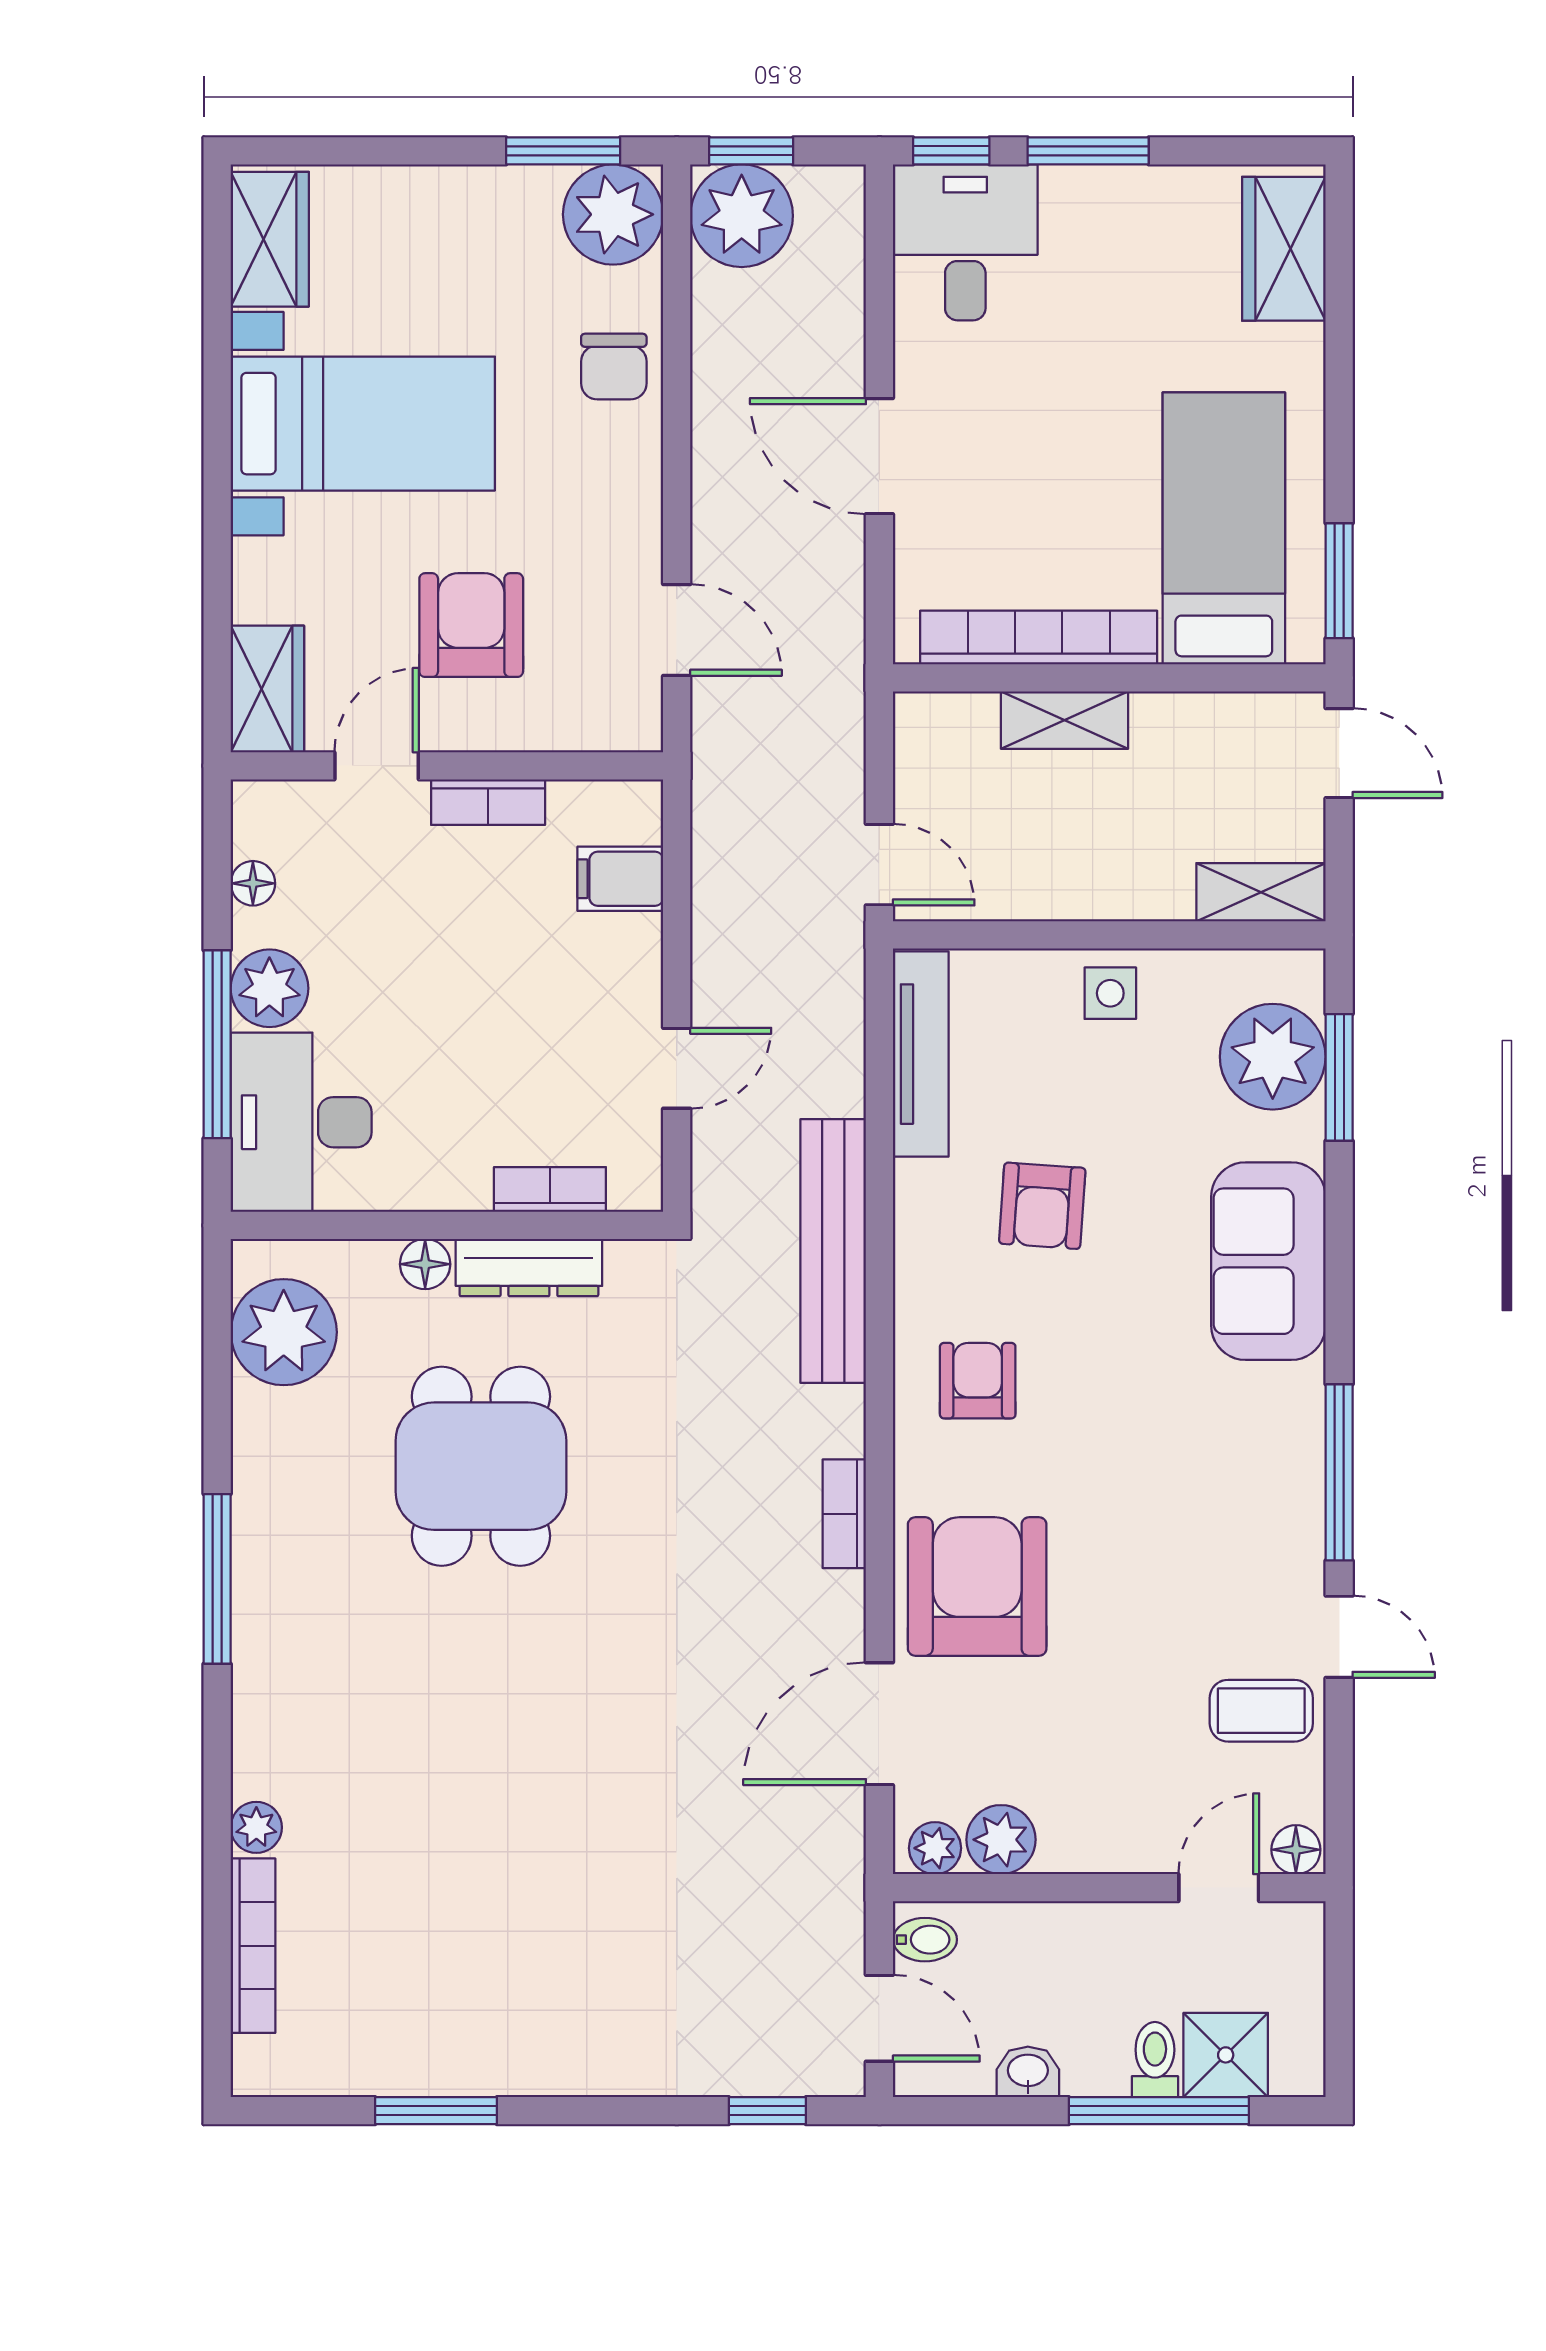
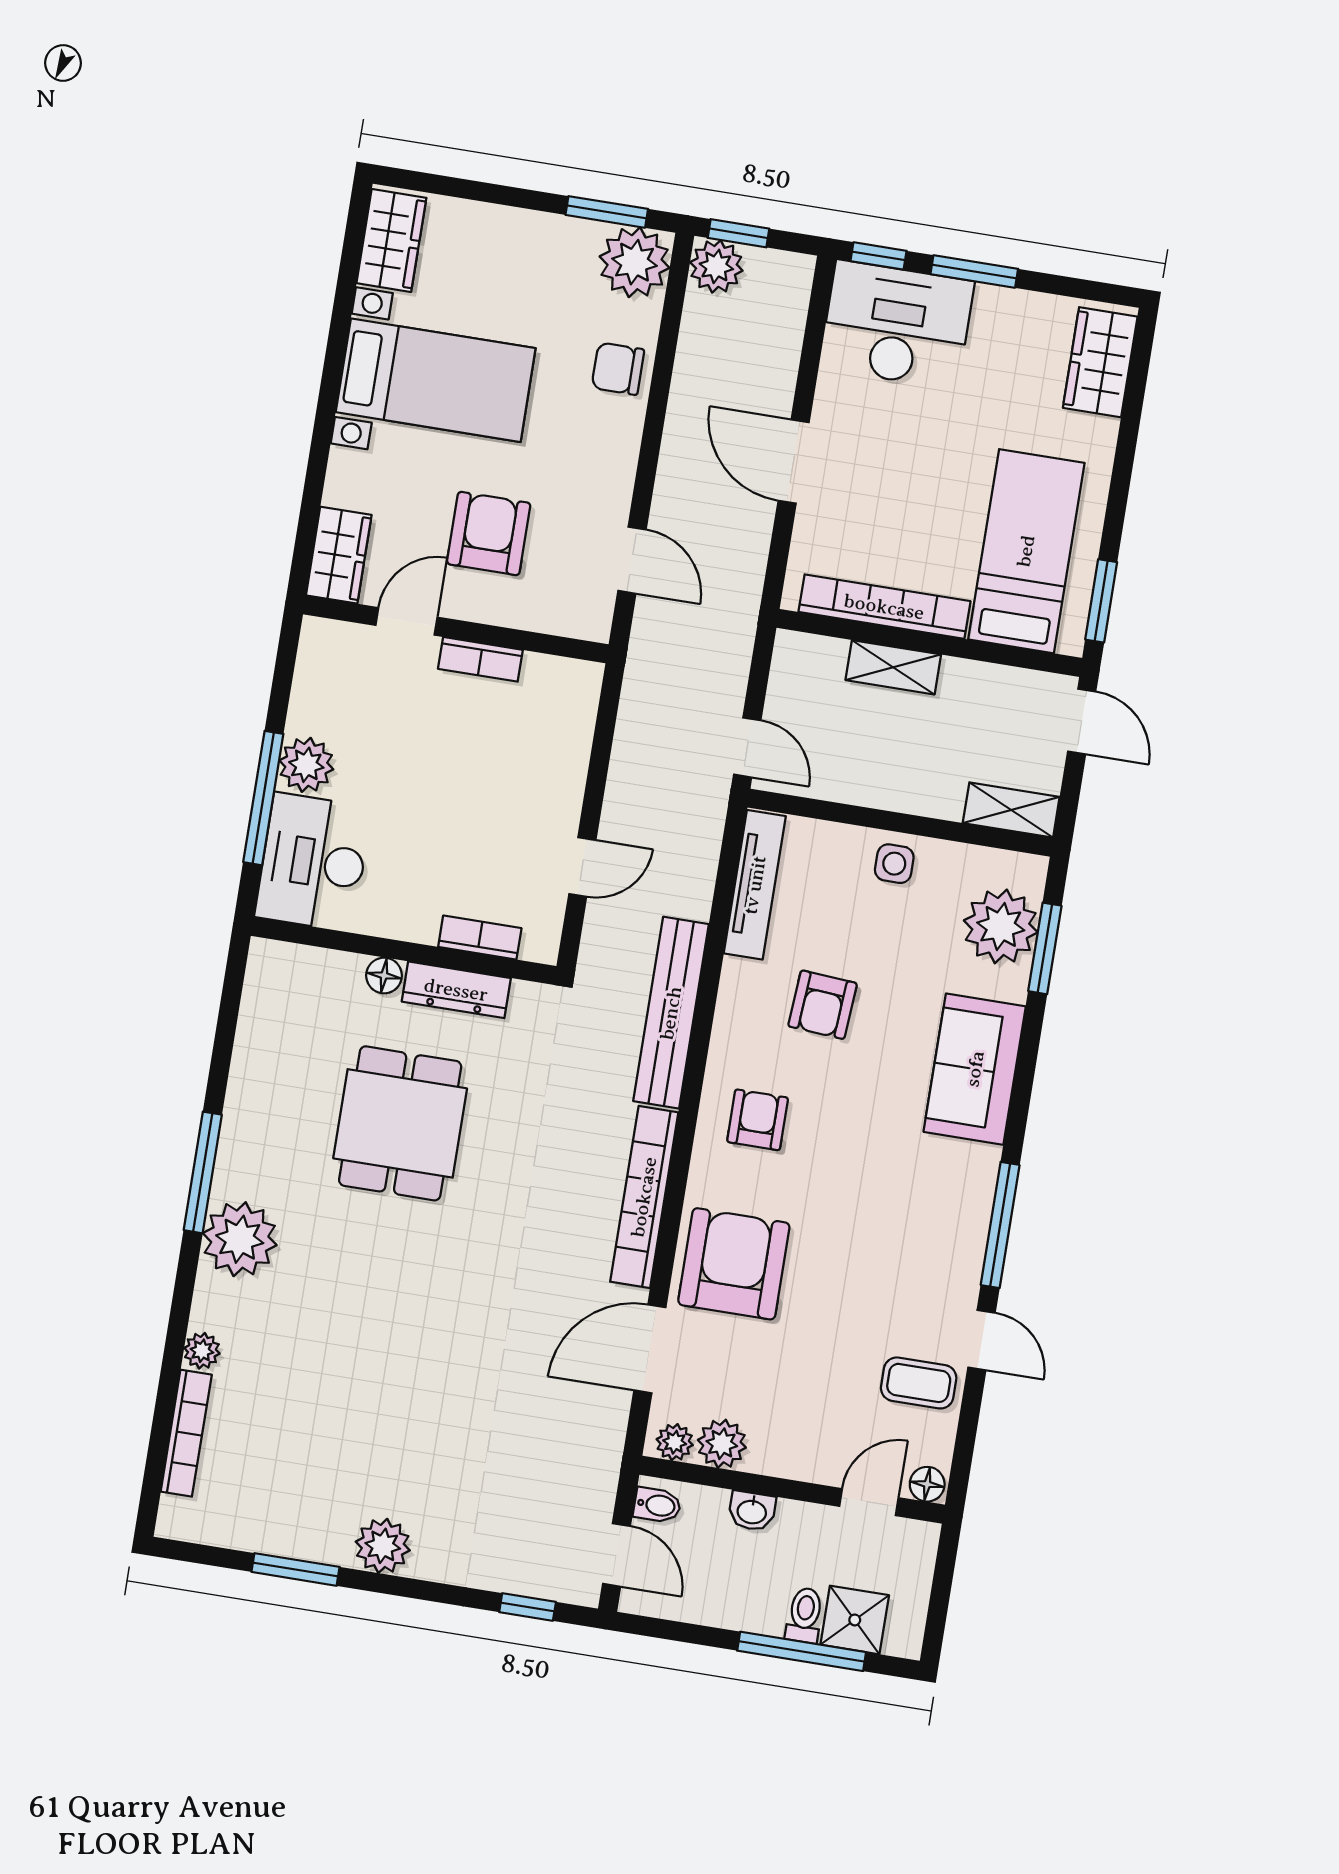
plant: (742, 216) -> (716, 266), width x0.73, depth x0.73
desk: (965, 242) -> (897, 325), width x1.37
chair: (614, 367) -> (618, 369), turned 90
filing cabinet: (620, 879) -> (564, 728), removed
floor lamp: (253, 883) -> (307, 689), removed
plant: (284, 1332) -> (240, 1239), moved
bookcase: (844, 1514) -> (644, 1197), width x2.31, depth x1.31
plant: (552, 2058) -> (383, 1546), added
washbasin: (1028, 2072) -> (752, 1511), moved, turned 180

